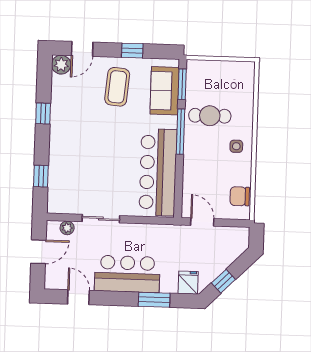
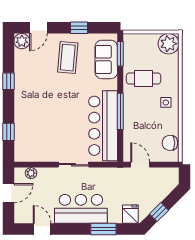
plant: (242, 74) -> (169, 44), added
window: (180, 132) -> (120, 111), moved
sliding door: (101, 219) -> (74, 165), moved

